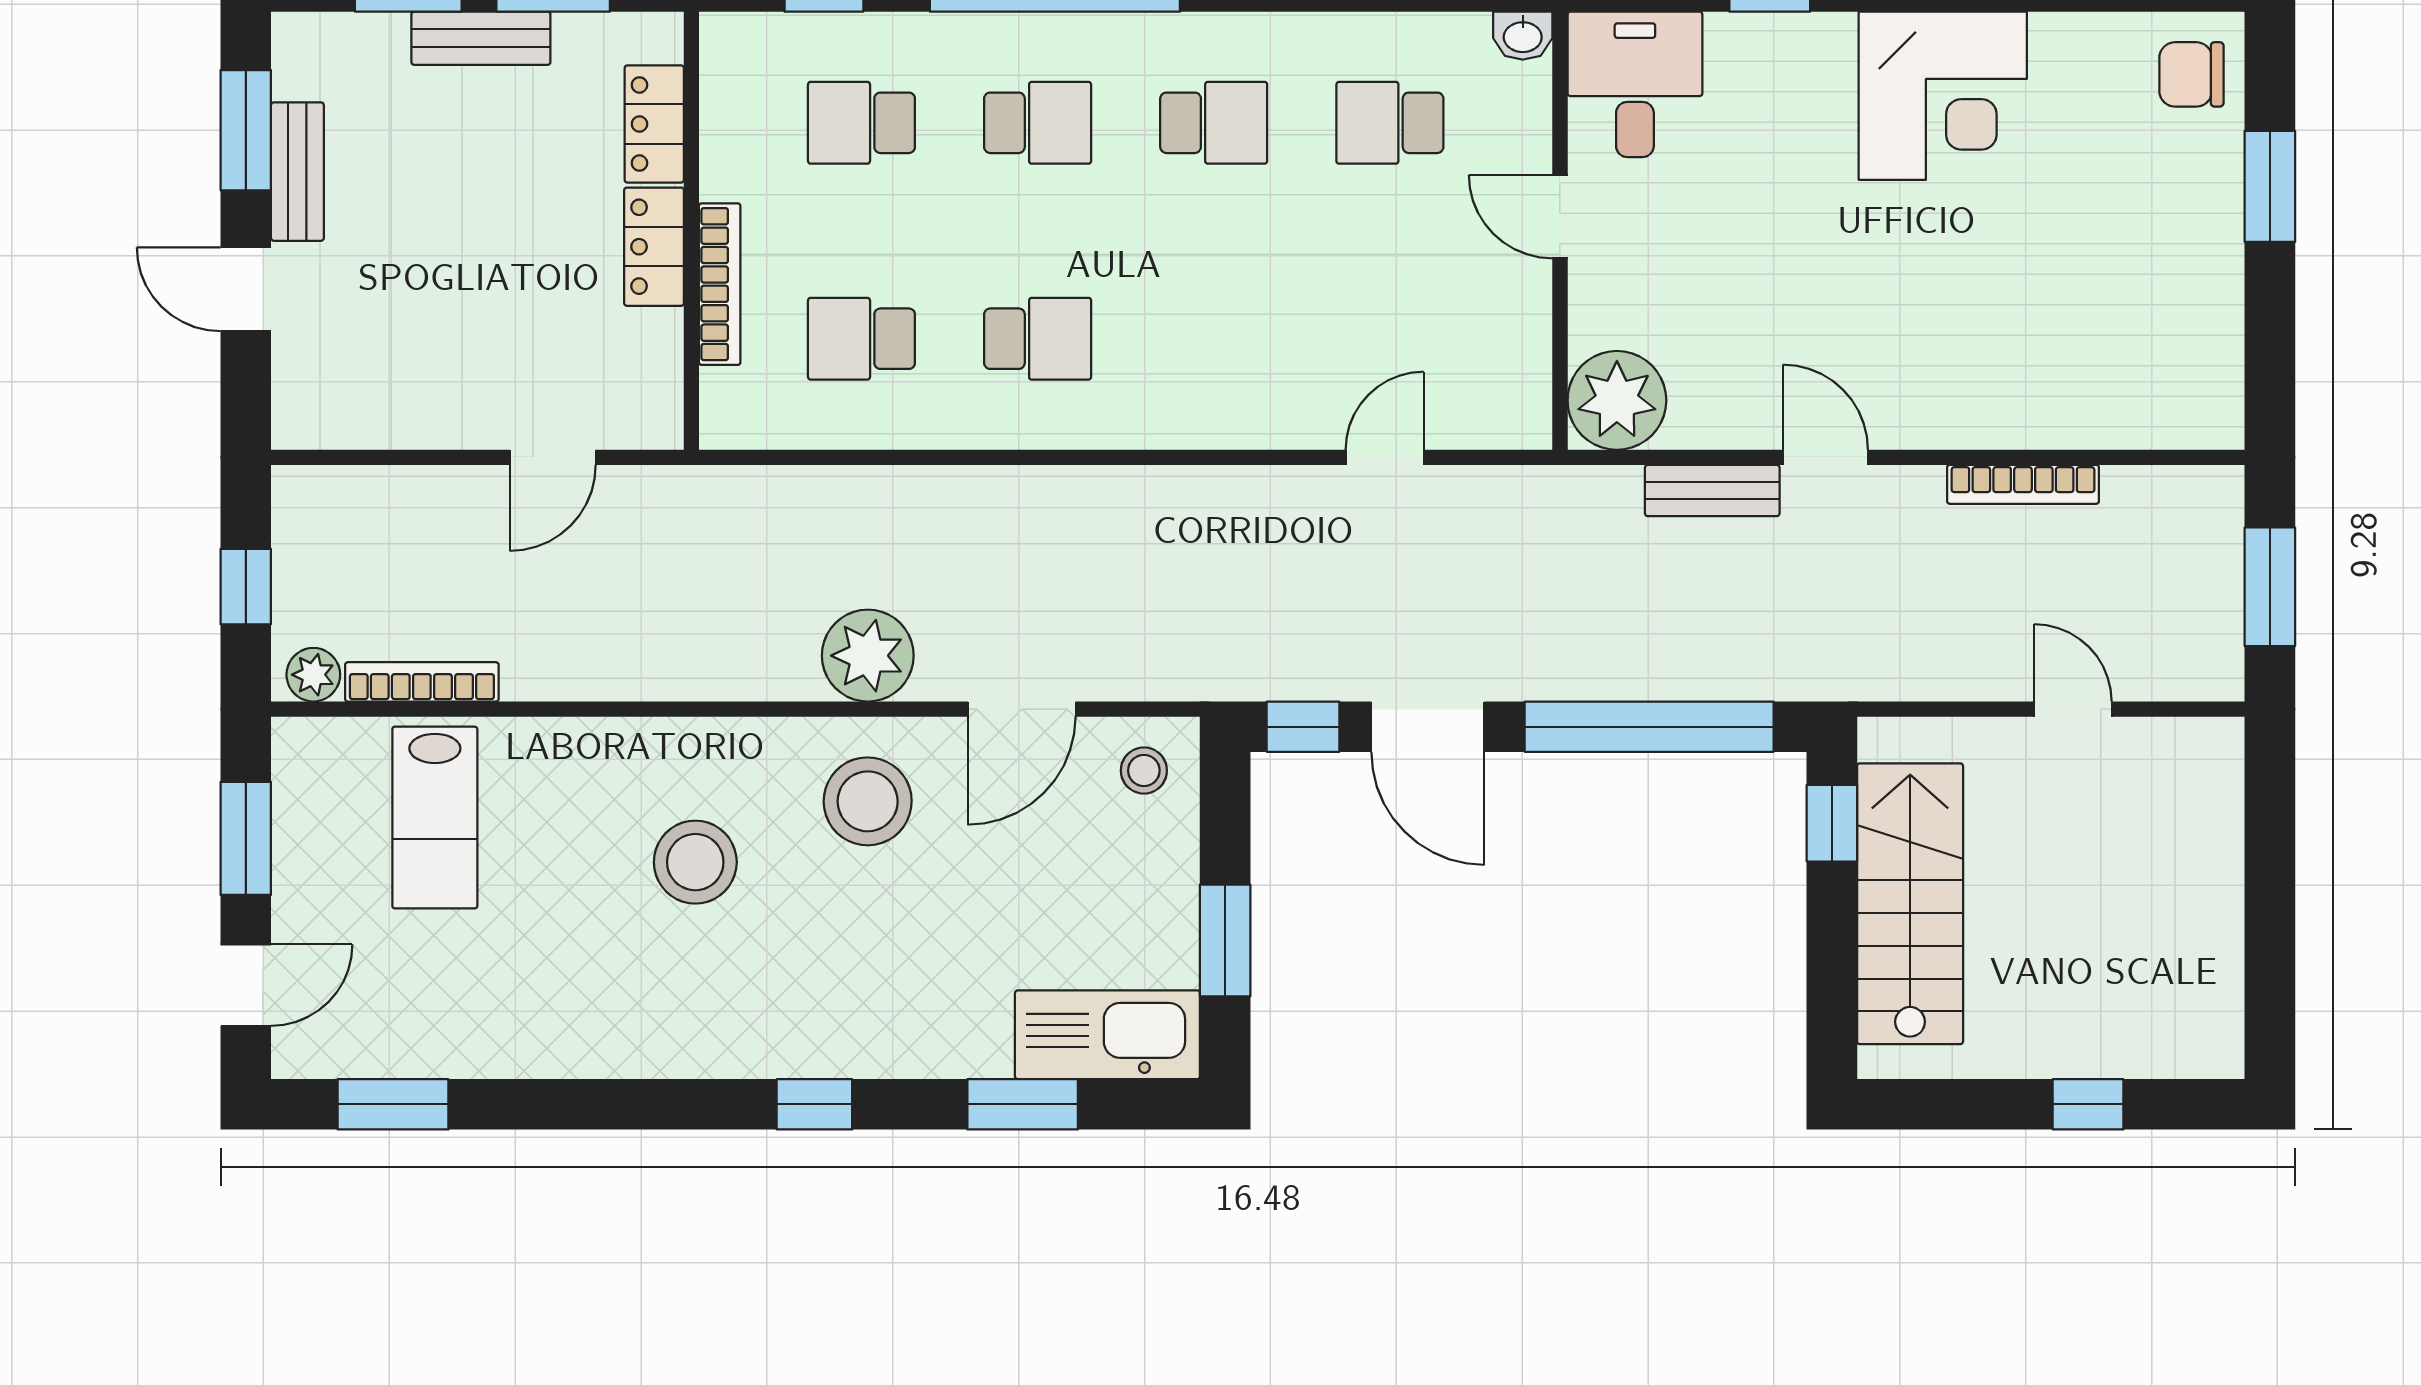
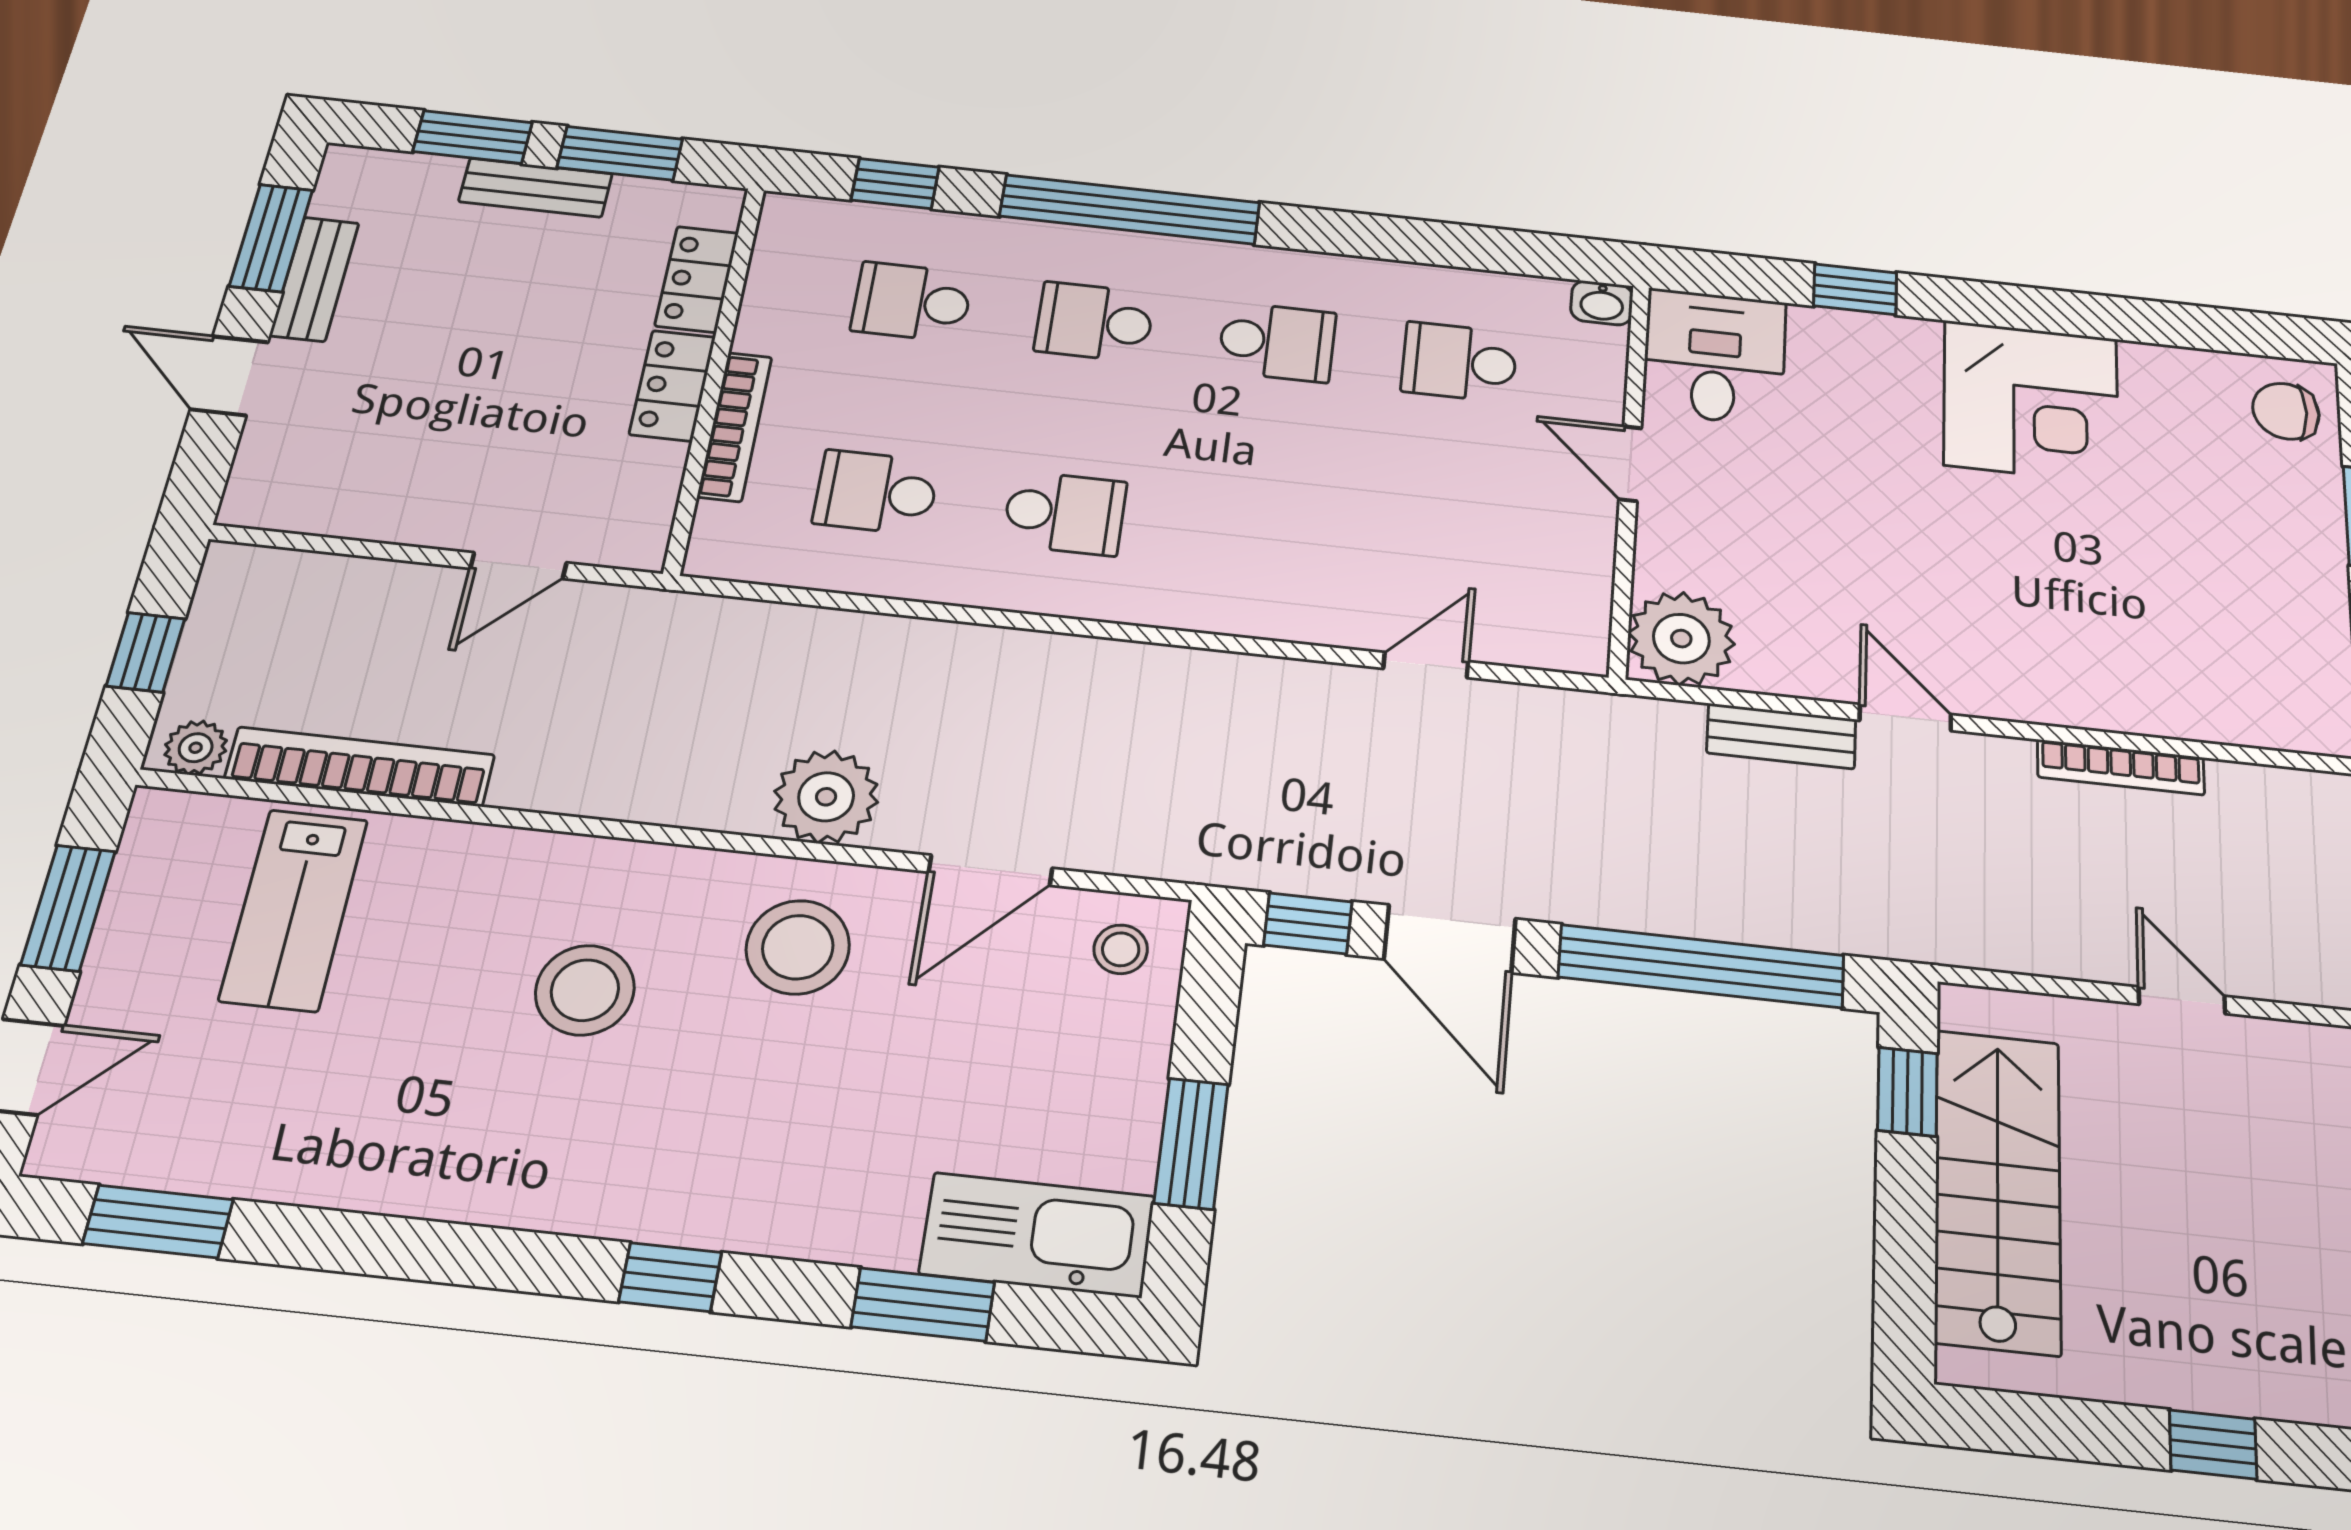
school desk: (1038, 123) -> (1094, 322), turned 180
bookcase: (422, 682) -> (360, 767), width x1.48, depth x1.31

